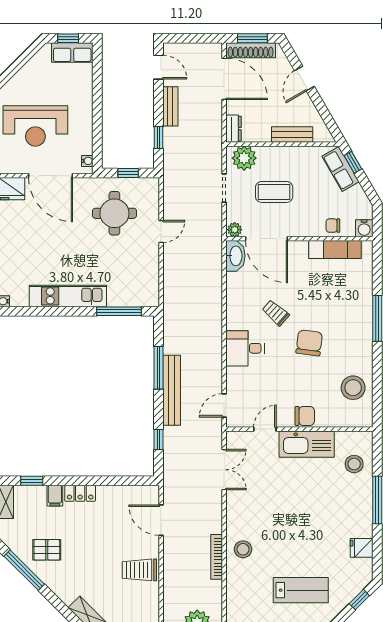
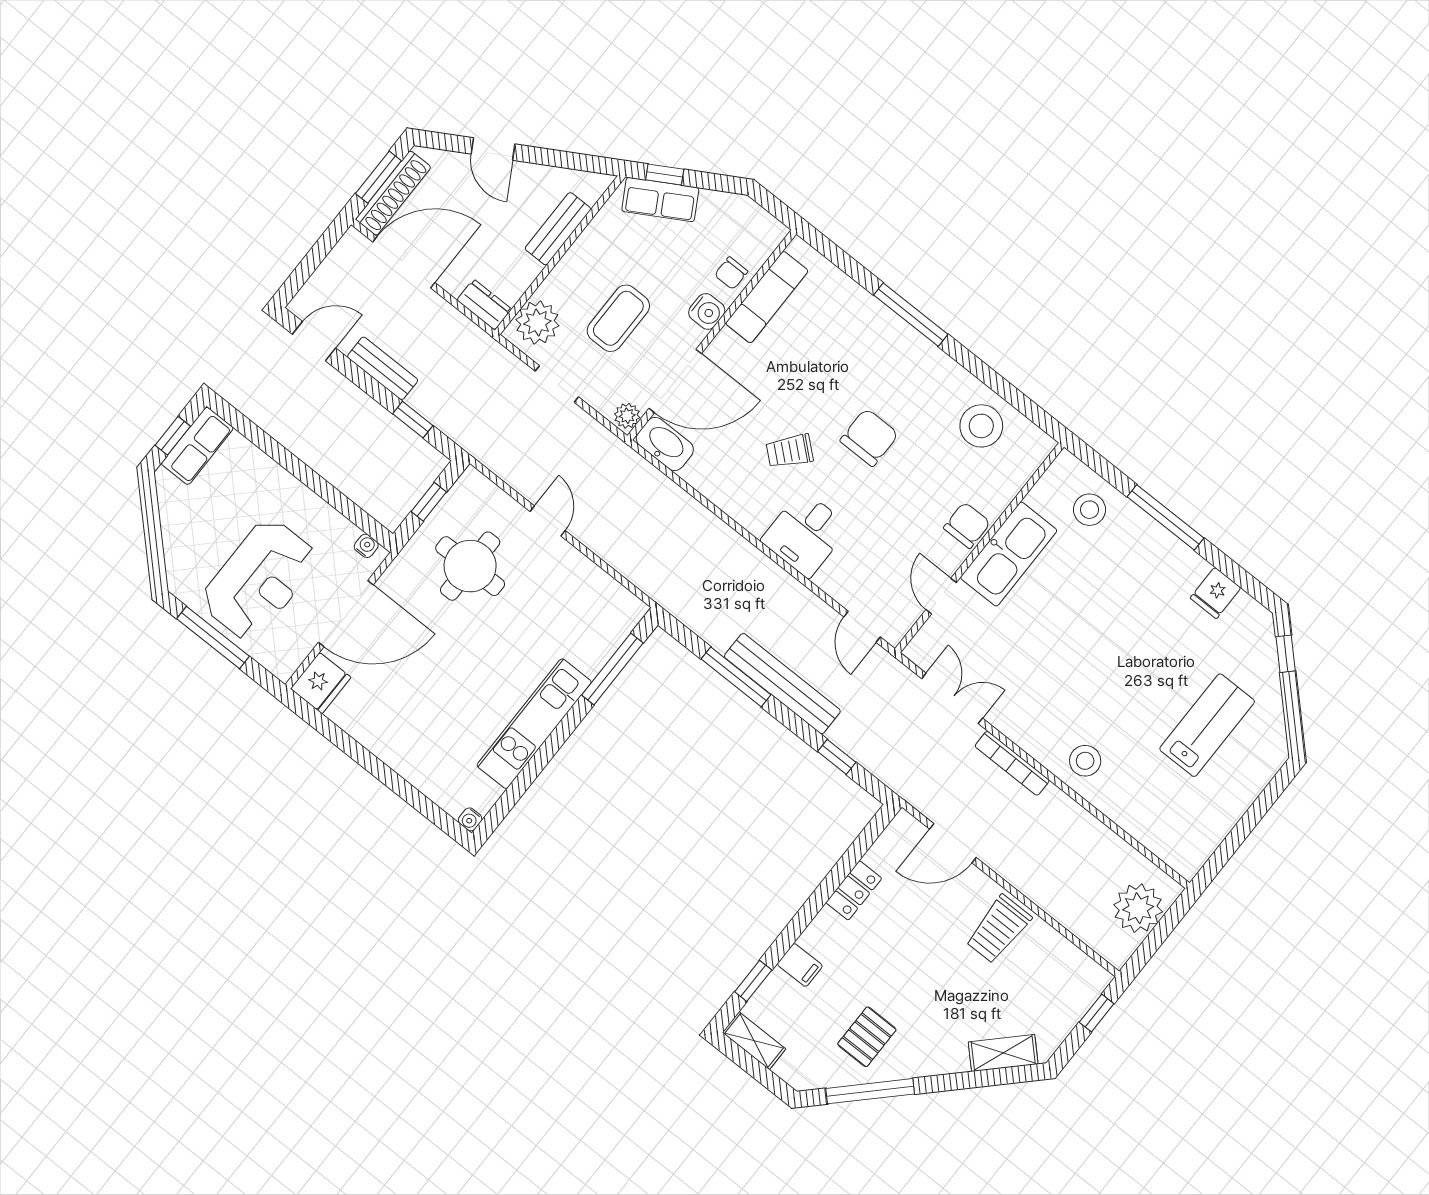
water cooler: (364, 228) -> (707, 311), moved
chair: (309, 343) -> (869, 437), turned 83
locker: (80, 493) -> (854, 890), moved
bookcase: (217, 557) -> (1012, 763), moved

